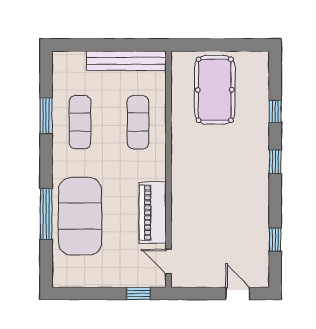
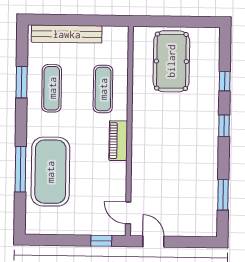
bench: (126, 61) -> (67, 34), moved
piano: (153, 213) -> (118, 141), moved, width x0.73, depth x0.75
window: (275, 240) -> (223, 195), width x1.50
door: (238, 293) -> (153, 241), moved

